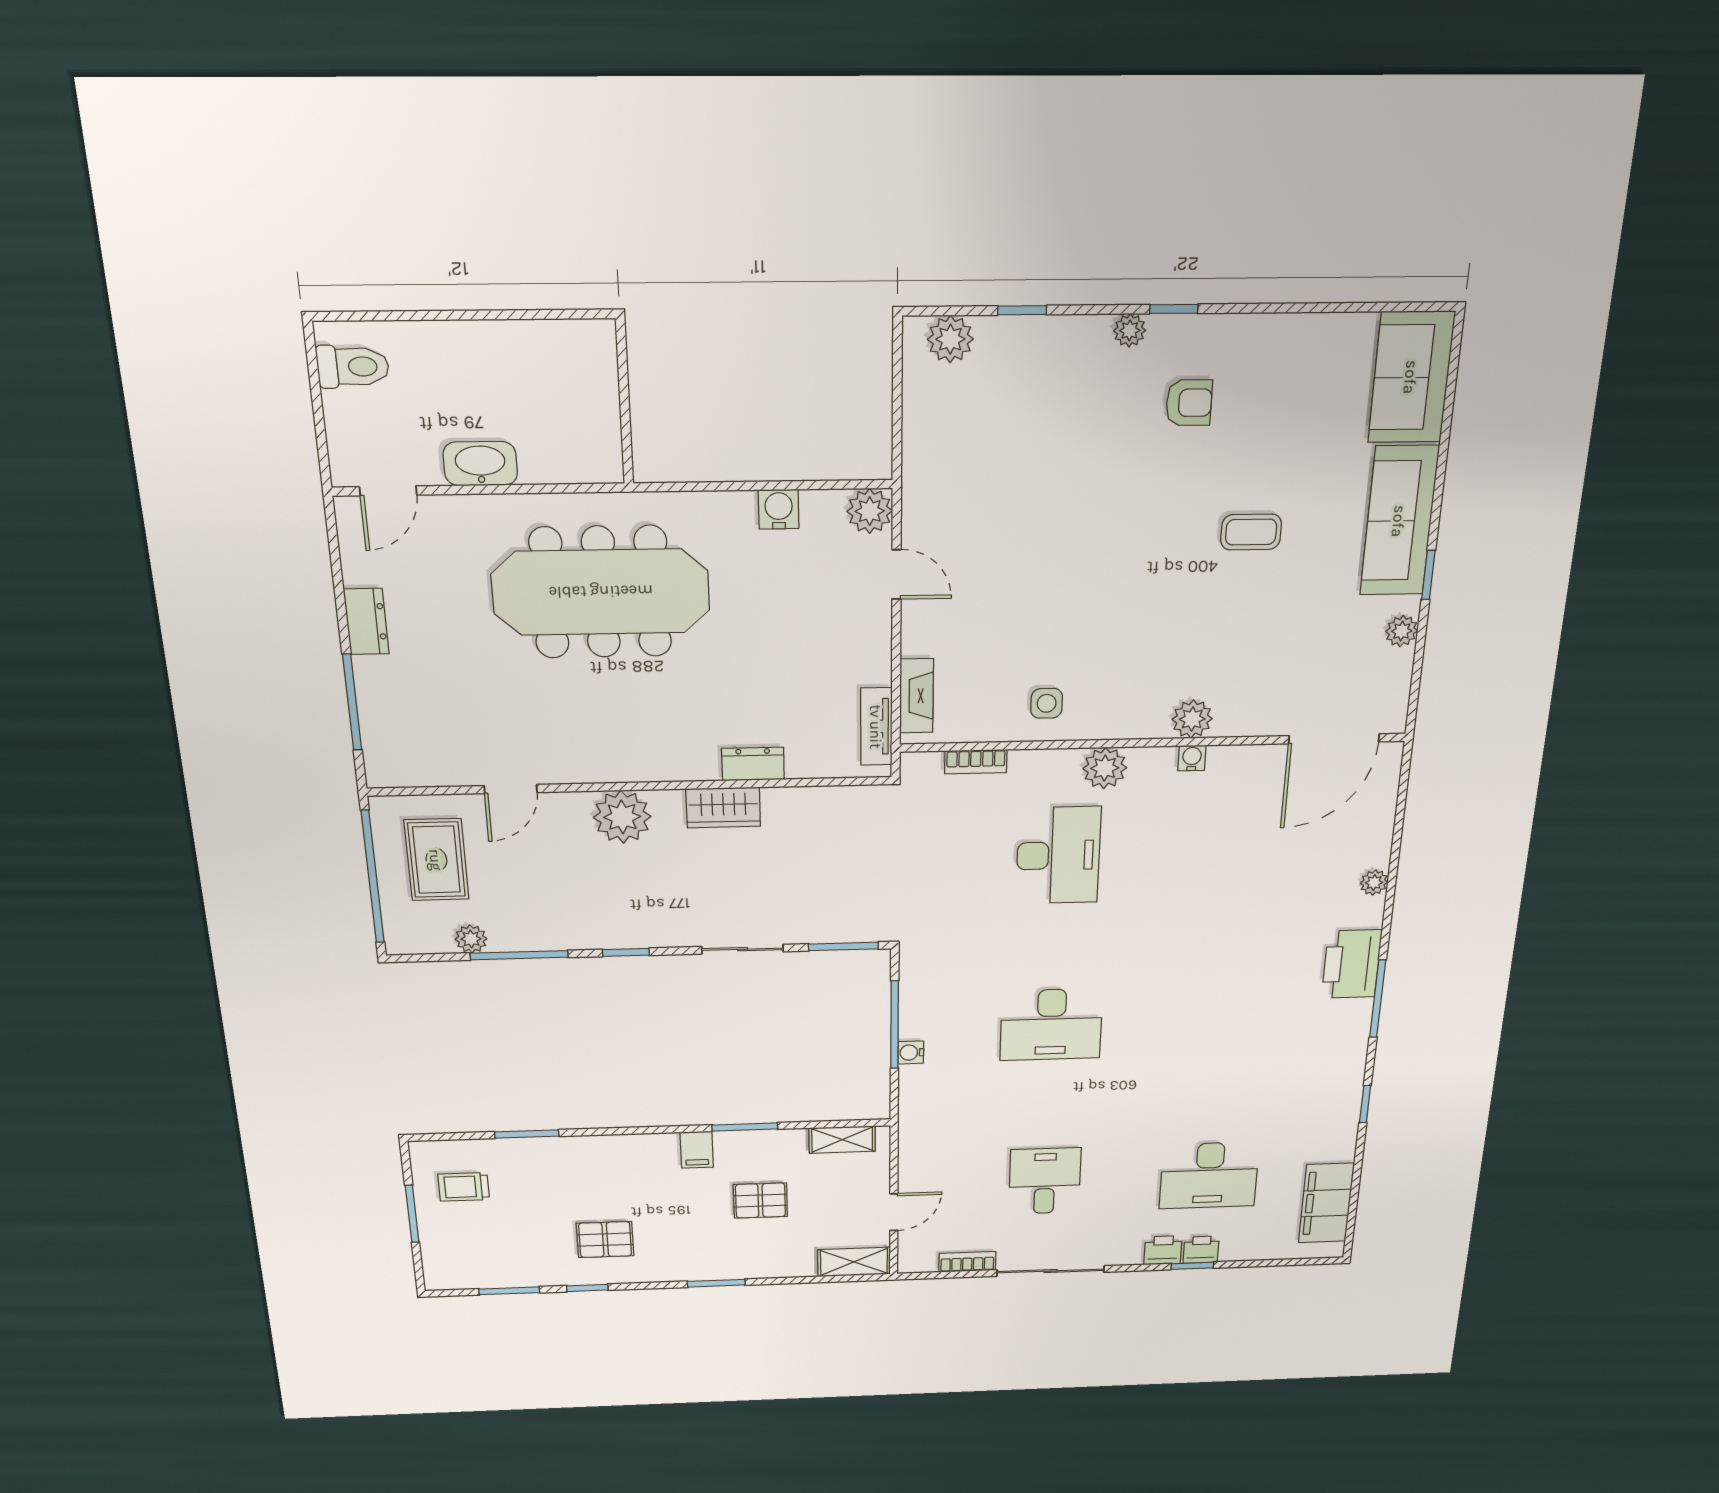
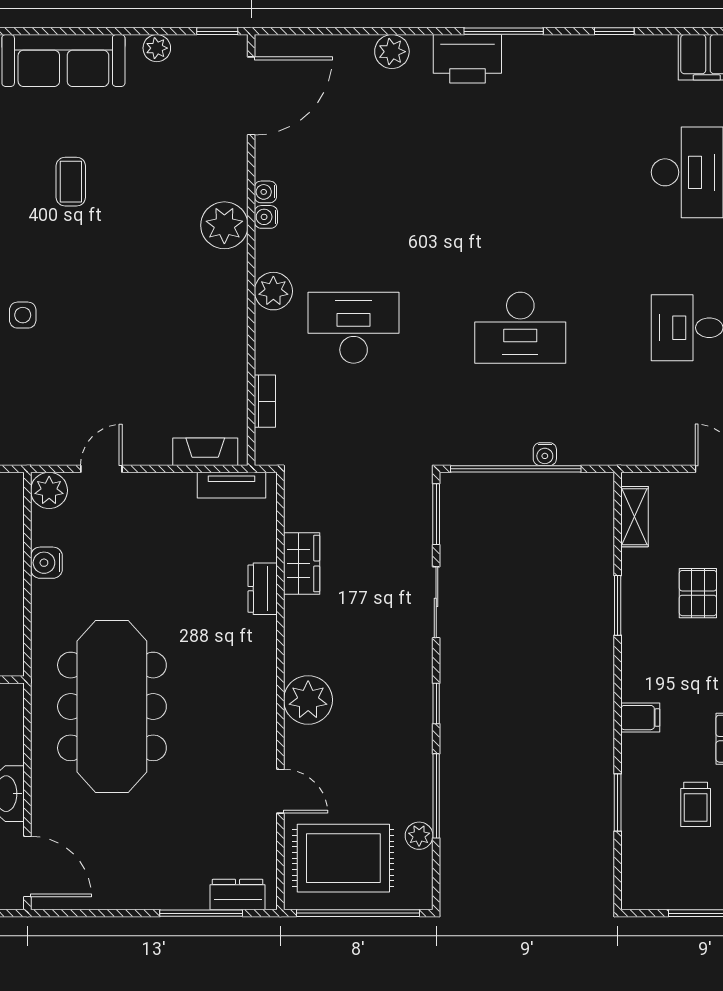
door: (388, 491) -> (27, 866), width x1.38
window: (1428, 575) -> (217, 31), moved
dresser: (366, 622) -> (238, 894), moved
side table: (1047, 703) -> (23, 315), moved
plant: (1192, 719) -> (224, 225), width x1.36, depth x1.36
door: (1334, 739) -> (251, 96), hinge flipped
water cooler: (1221, 757) -> (265, 192), added
wardrobe: (723, 808) -> (302, 563), moved
rug: (436, 860) -> (343, 858), width x1.36, depth x1.43
plant: (1374, 883) -> (392, 52), width x1.38, depth x1.38
window: (895, 1025) -> (516, 469), width x1.46
desk: (1051, 1025) -> (520, 328), turned 90
filing cabinet: (697, 1150) -> (640, 718), moved
trolley: (464, 1187) -> (696, 804), moved

